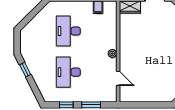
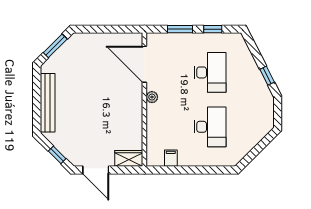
door: (118, 78) -> (144, 64), width x1.87

